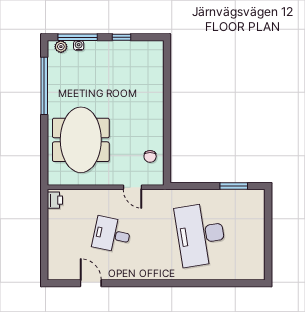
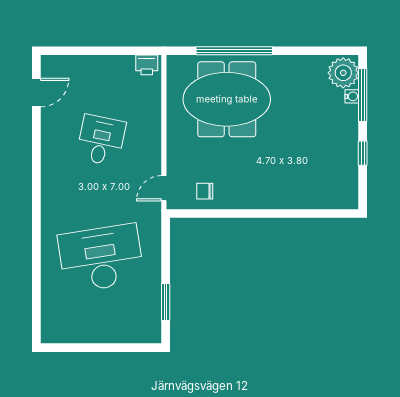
plant: (61, 47) -> (343, 73), width x1.88, depth x1.88
window: (44, 86) -> (234, 51), moved
door: (132, 187) -> (164, 188), moved
door: (91, 283) -> (36, 93), moved

